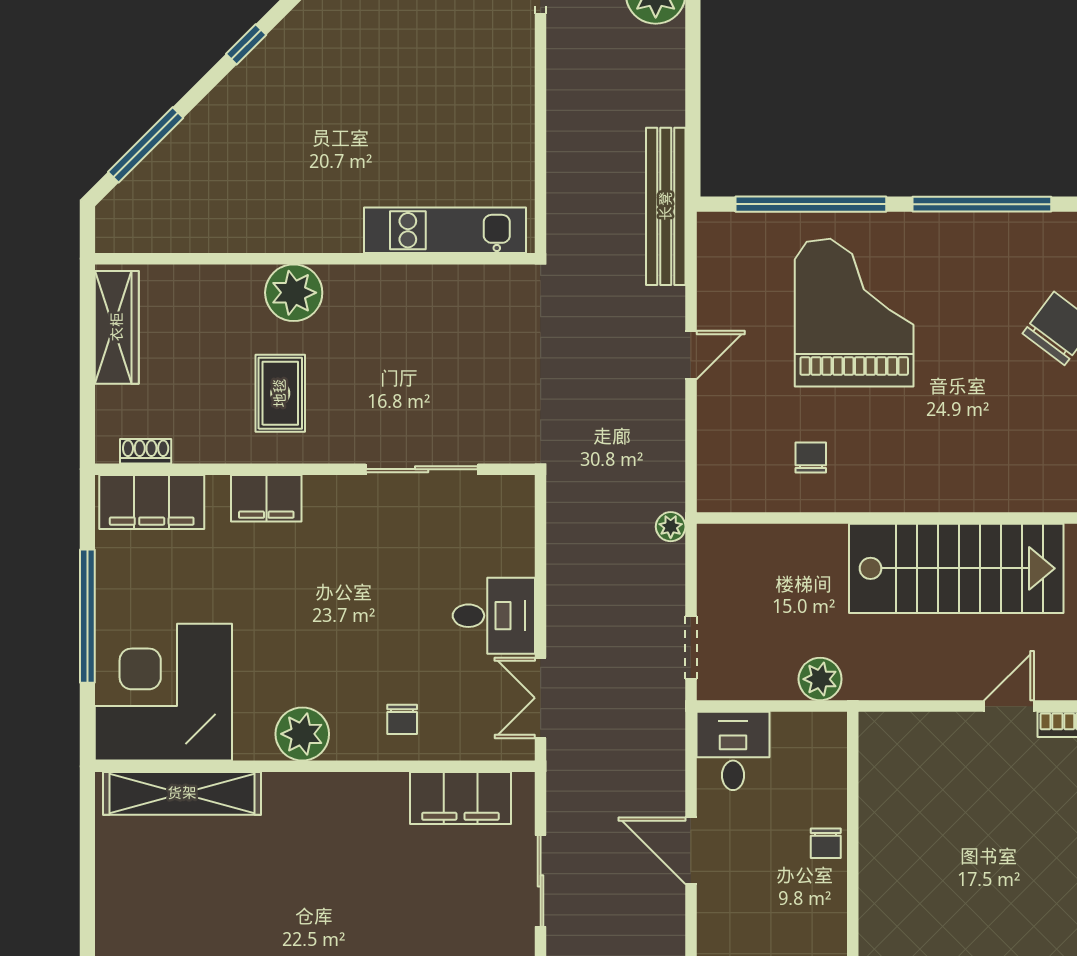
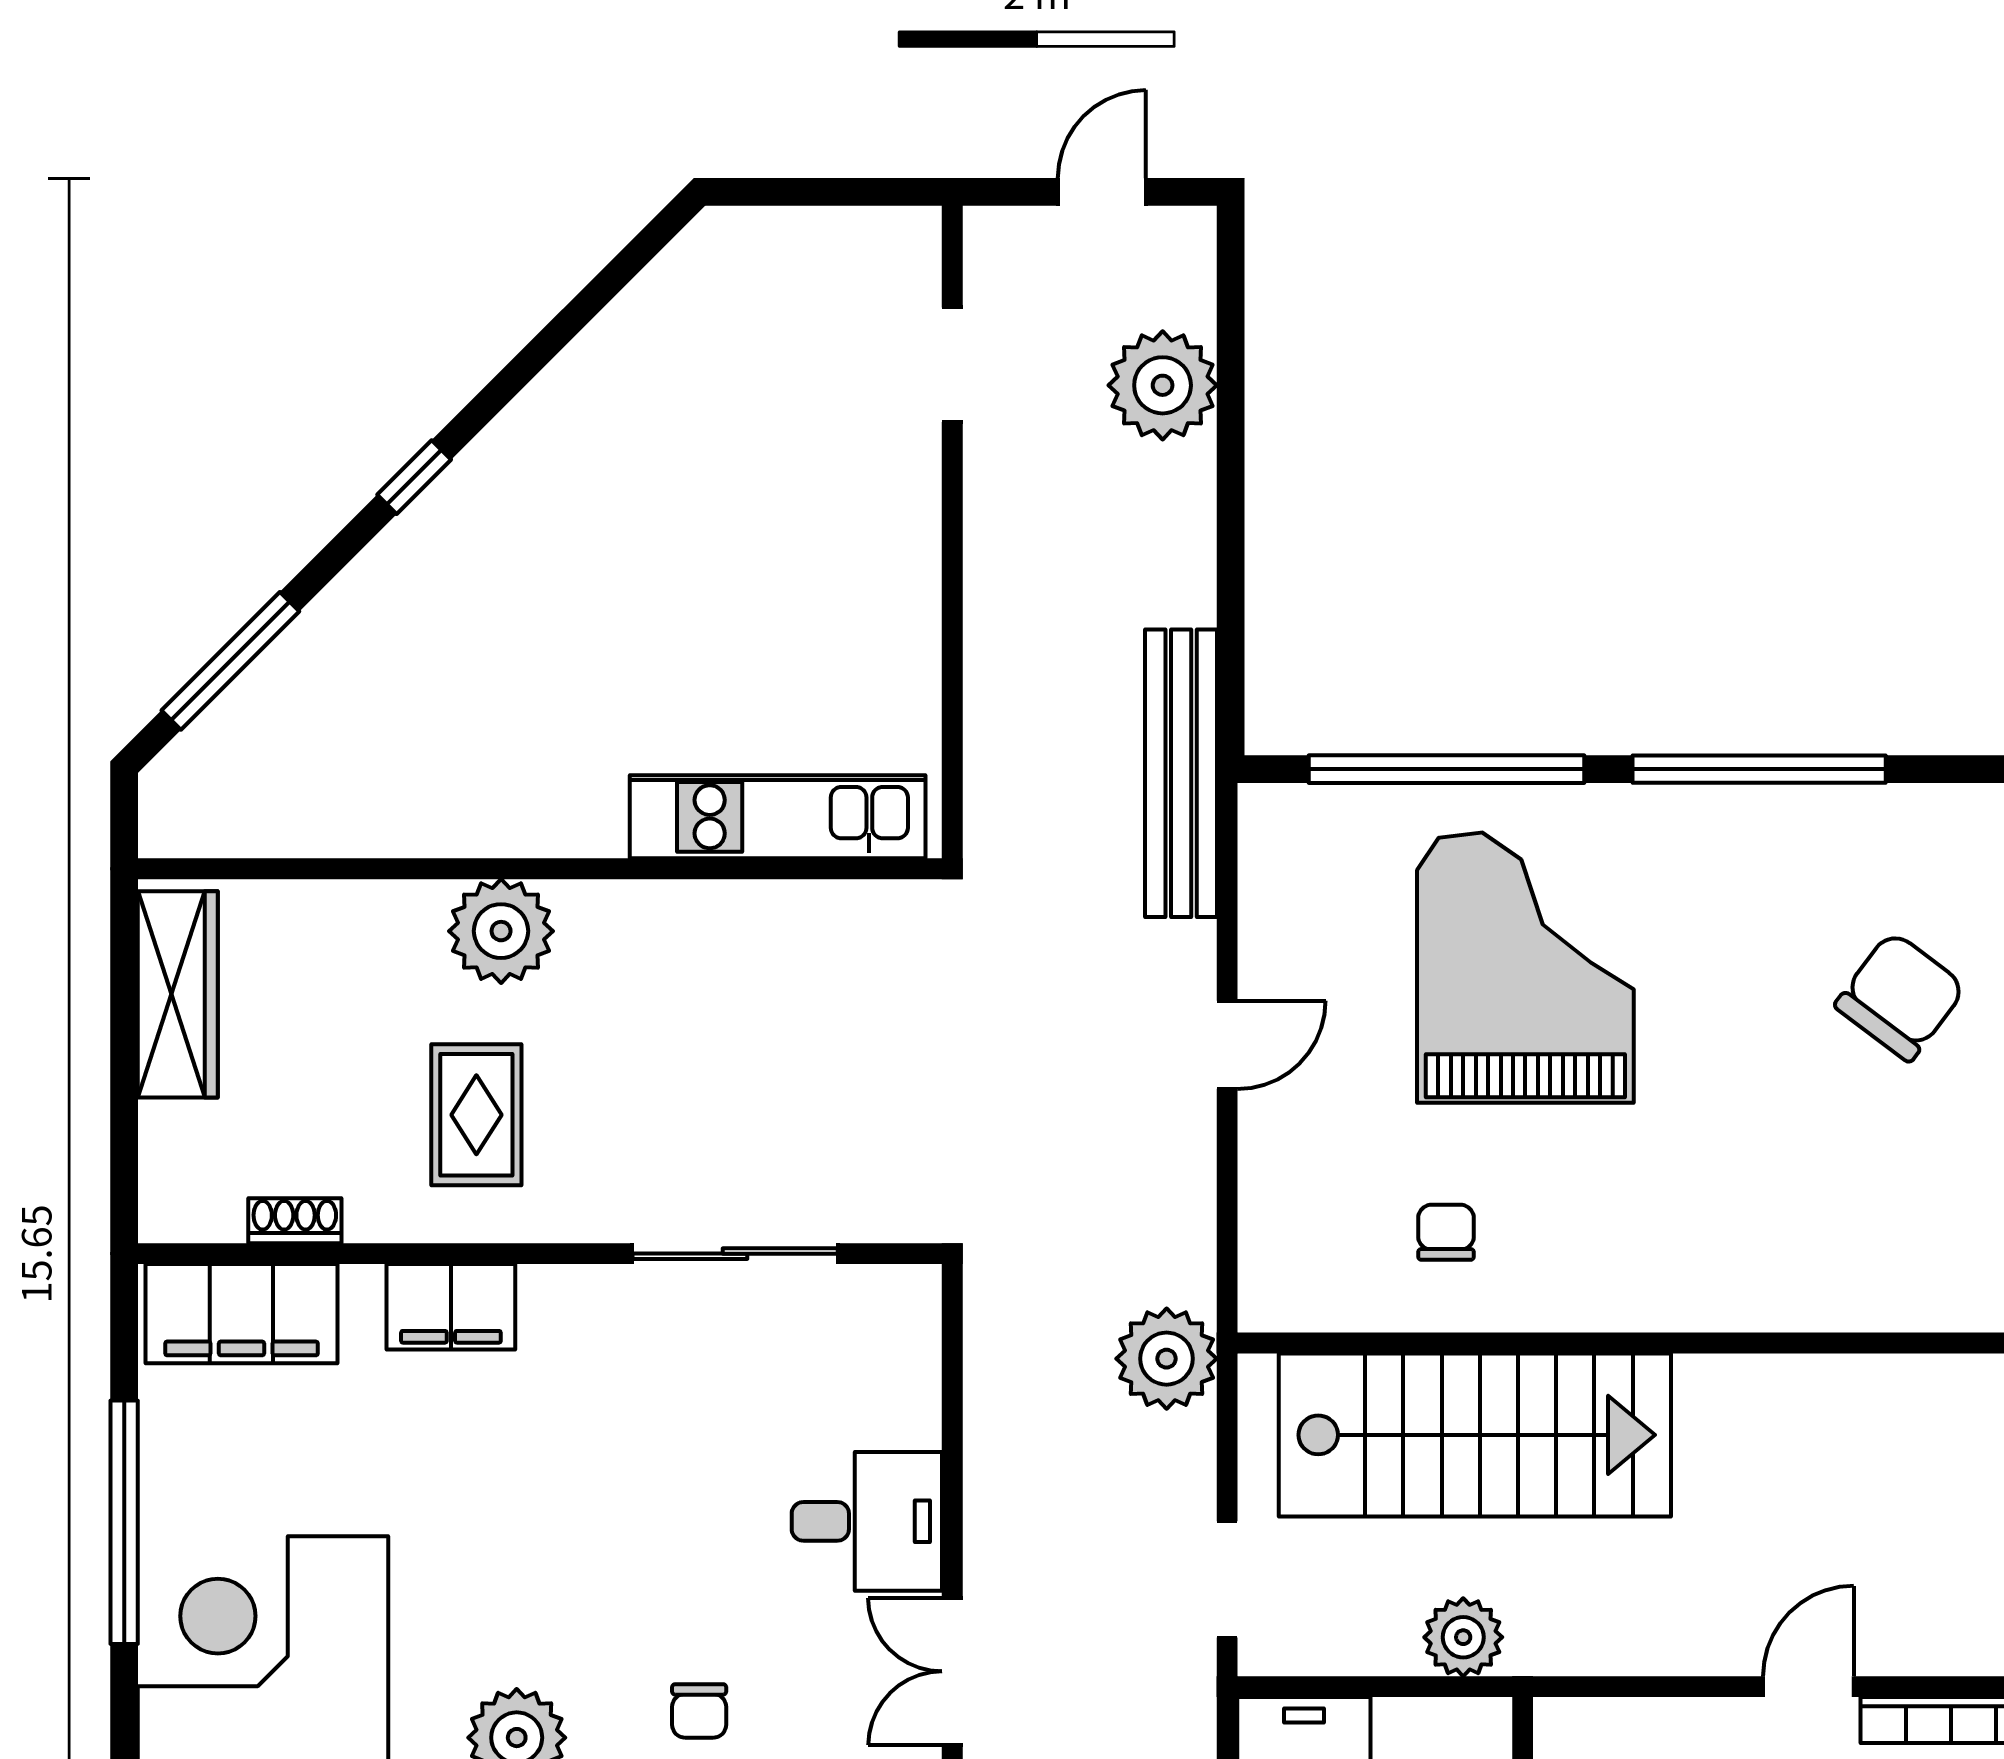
shoe rack: (146, 451) -> (295, 1221), moved
plant: (671, 527) -> (1167, 1359), width x1.88, depth x1.88
stairs: (956, 568) -> (1475, 1435), moved

